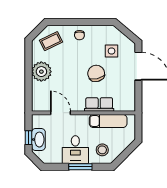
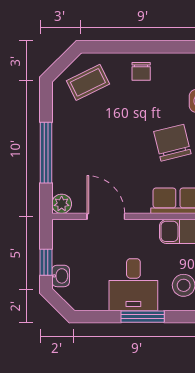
plant: (41, 72) -> (62, 204), moved, width x0.53, depth x0.53
window: (28, 79) -> (46, 153), added
washbasin: (38, 140) -> (61, 276), width x0.52, depth x0.69

